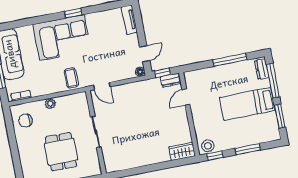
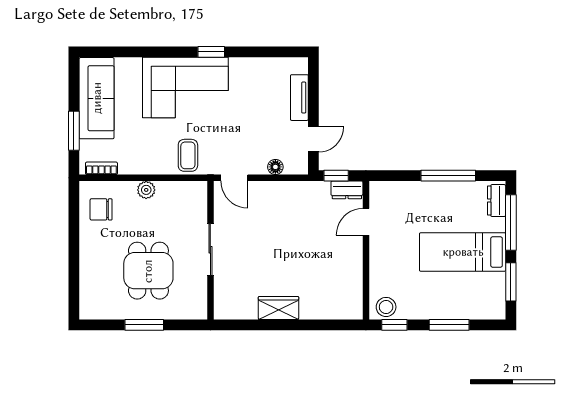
tv unit: (129, 20) -> (299, 98), moved
floor lamp: (140, 72) -> (275, 167), moved
wardrobe: (182, 151) -> (278, 308), moved

